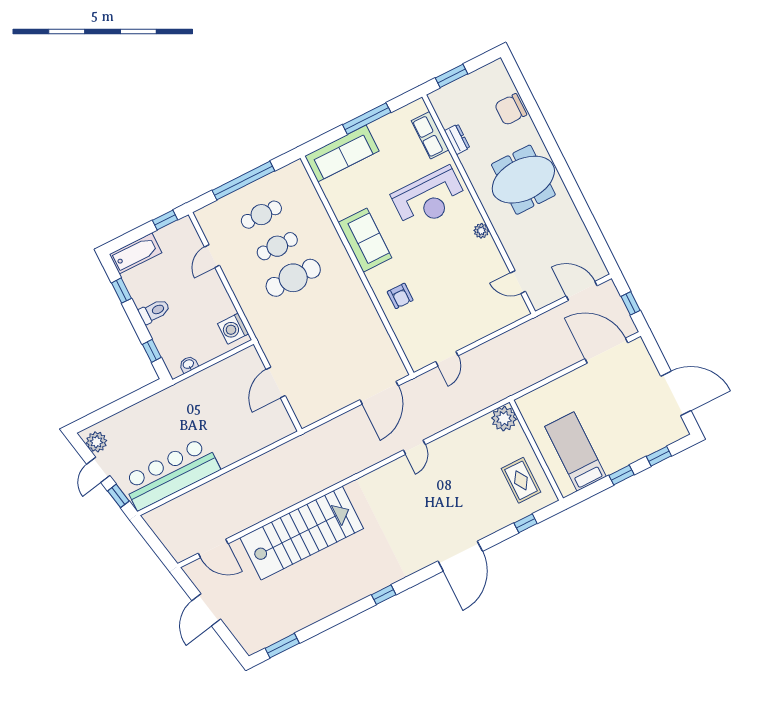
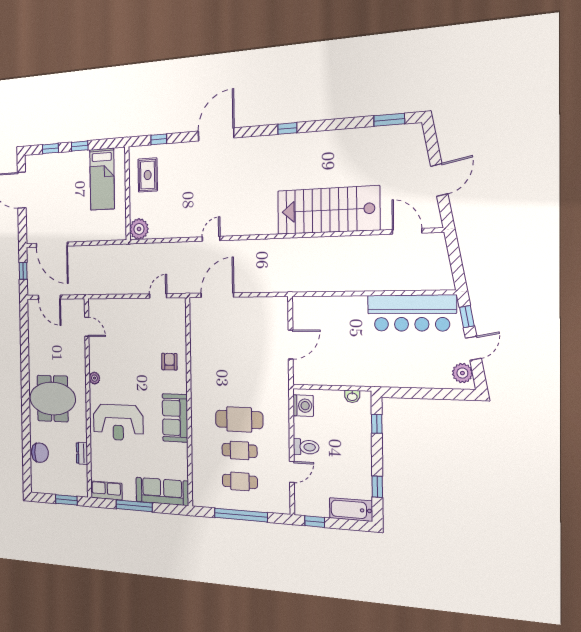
row of seats: (430, 135) -> (106, 490), moved, turned -90
reception desk: (429, 198) -> (118, 422), turned 180
toilet: (154, 311) -> (306, 447), moved, turned 180

